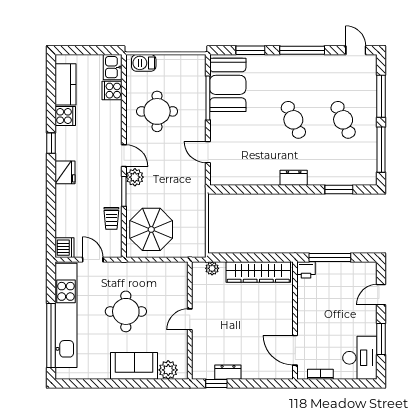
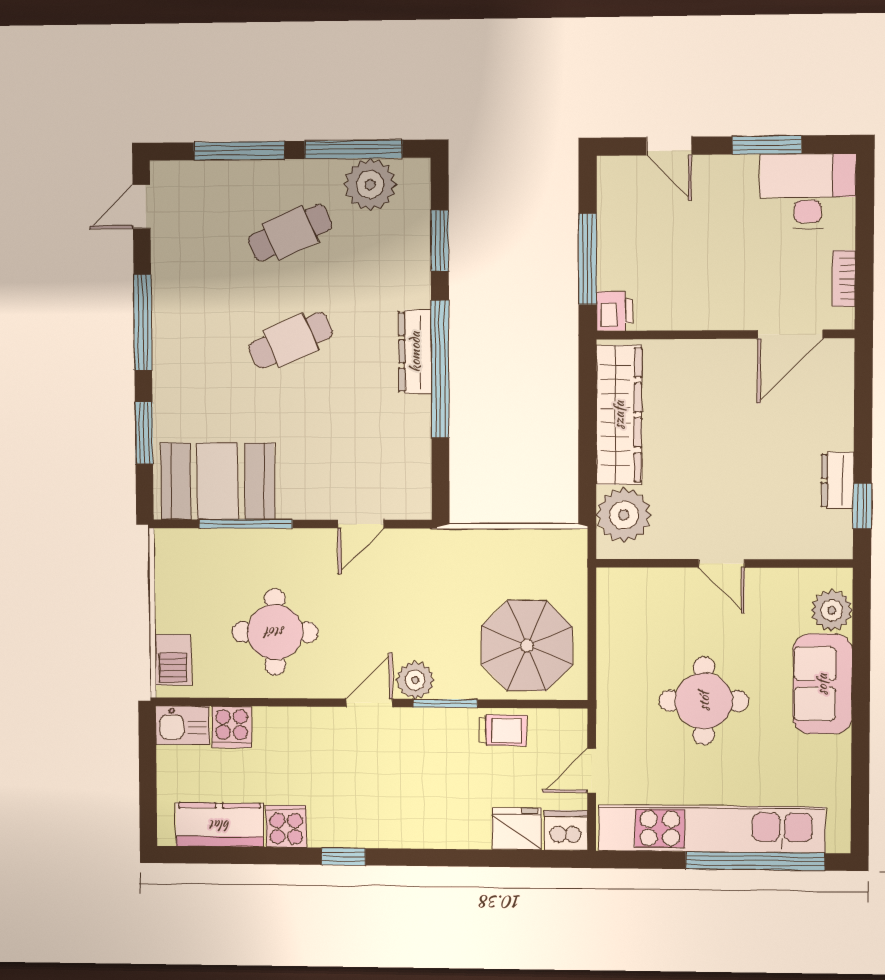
plant: (365, 157) -> (370, 185), added
fridge: (65, 172) -> (517, 829), moved
dresser: (294, 178) -> (415, 352), width x1.44
window: (280, 189) -> (440, 369), added
plant: (212, 268) -> (624, 515), width x1.88, depth x1.88

